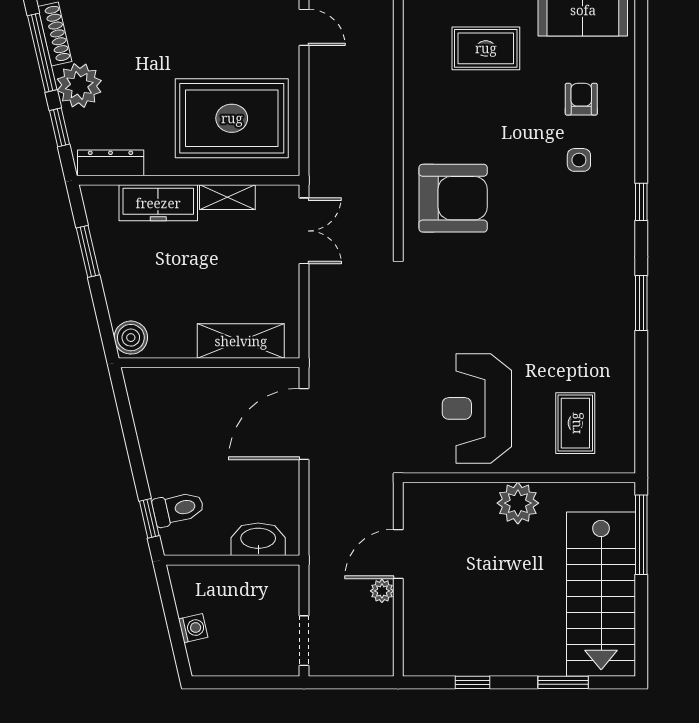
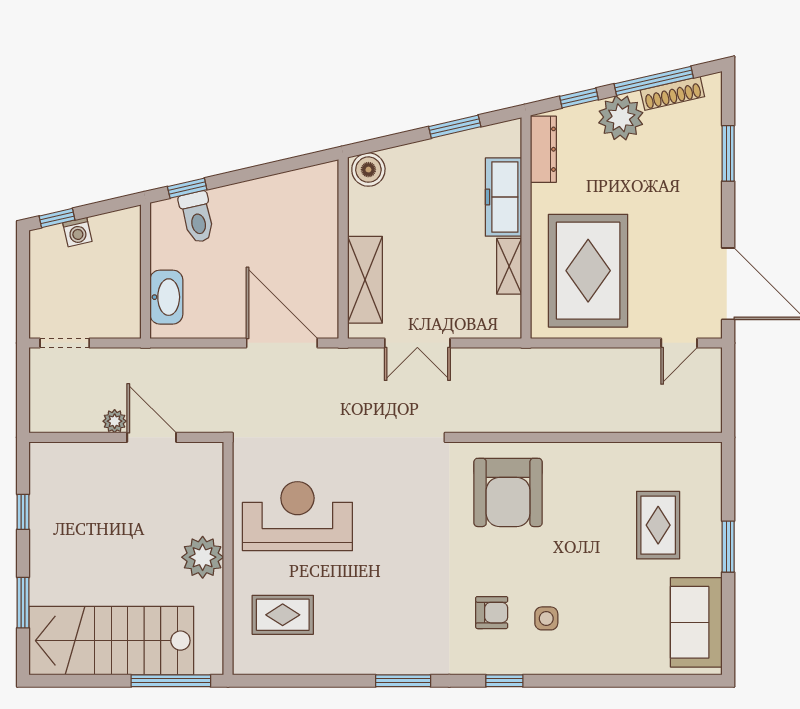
armchair: (581, 99) -> (492, 613), moved
double door: (304, 231) -> (417, 343), moved
window: (179, 648) -> (57, 218), added

